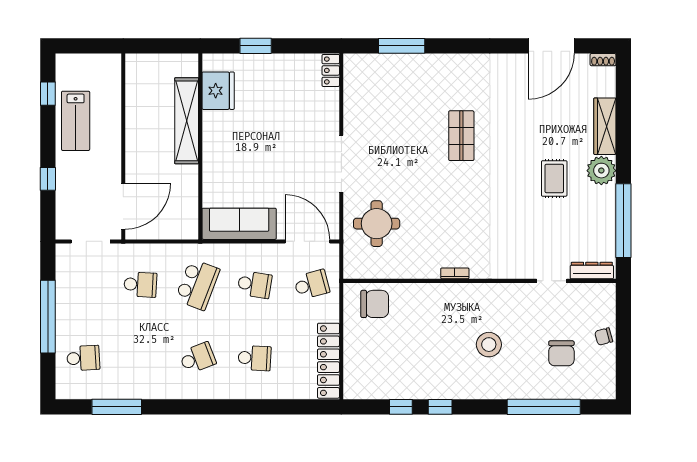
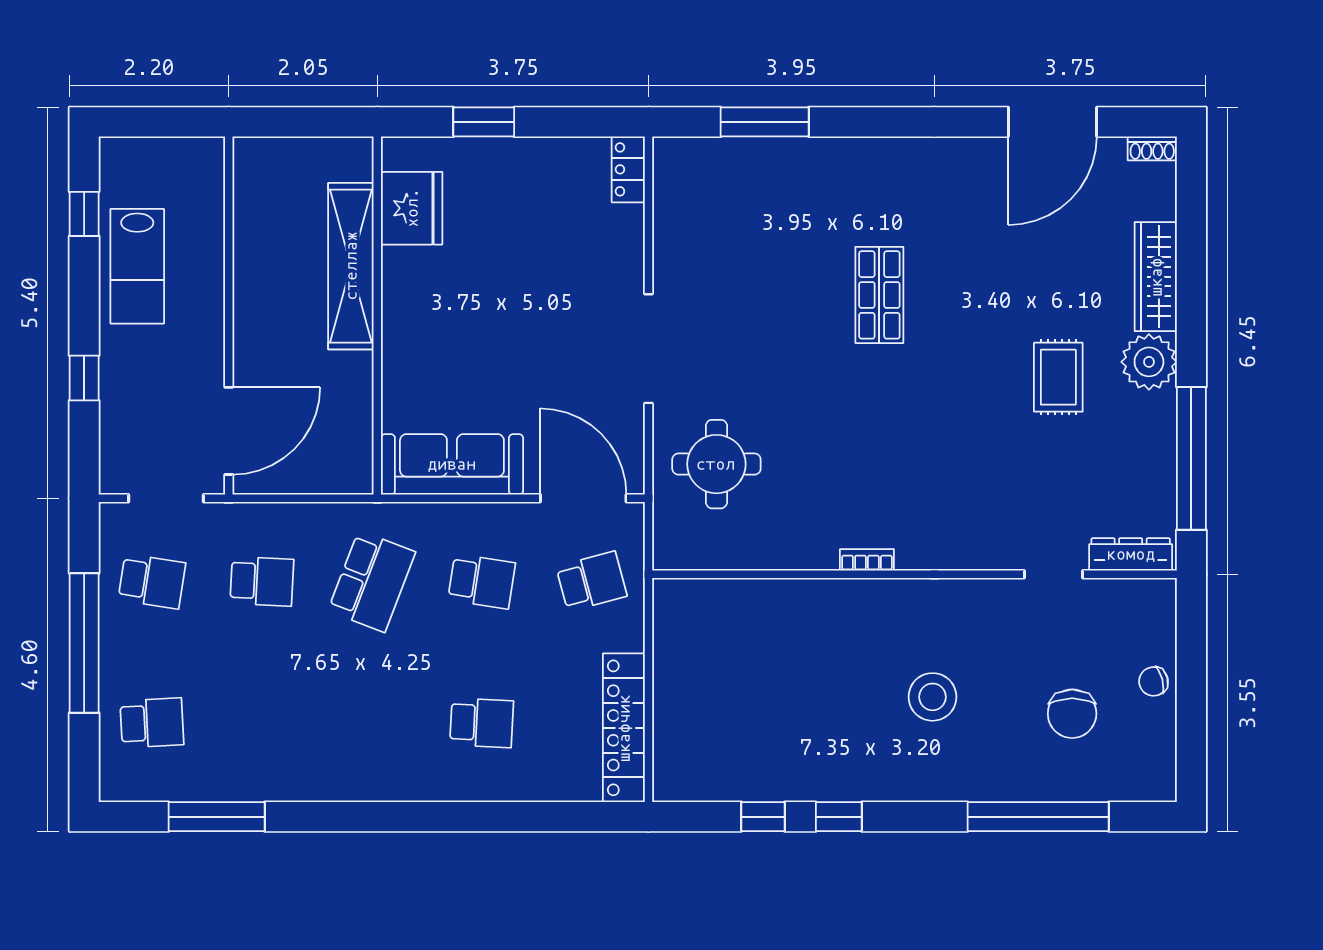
chair: (375, 304) -> (713, 619), removed
school desk: (197, 358) -> (152, 581), moved, turned 30

